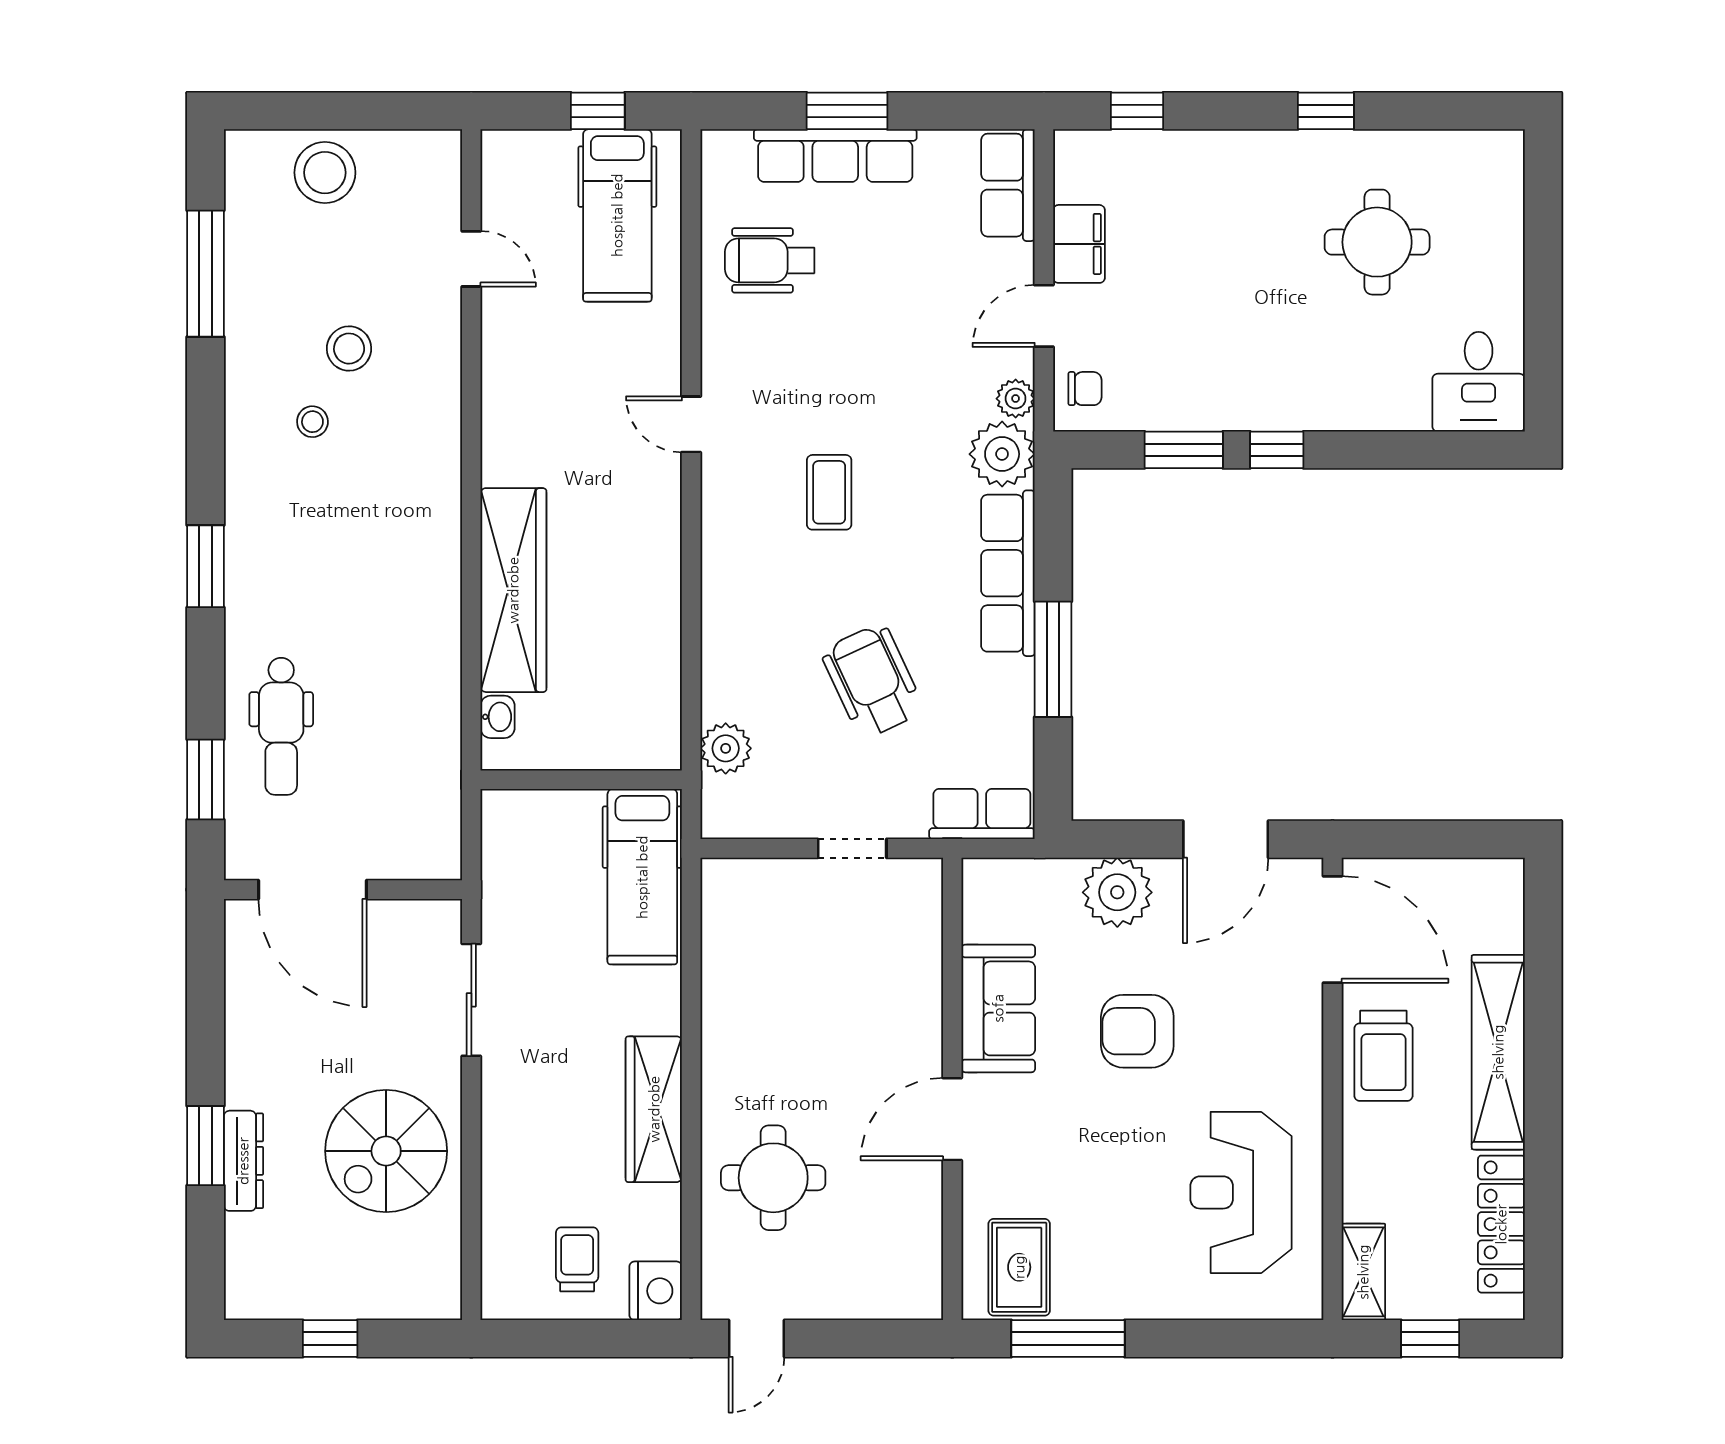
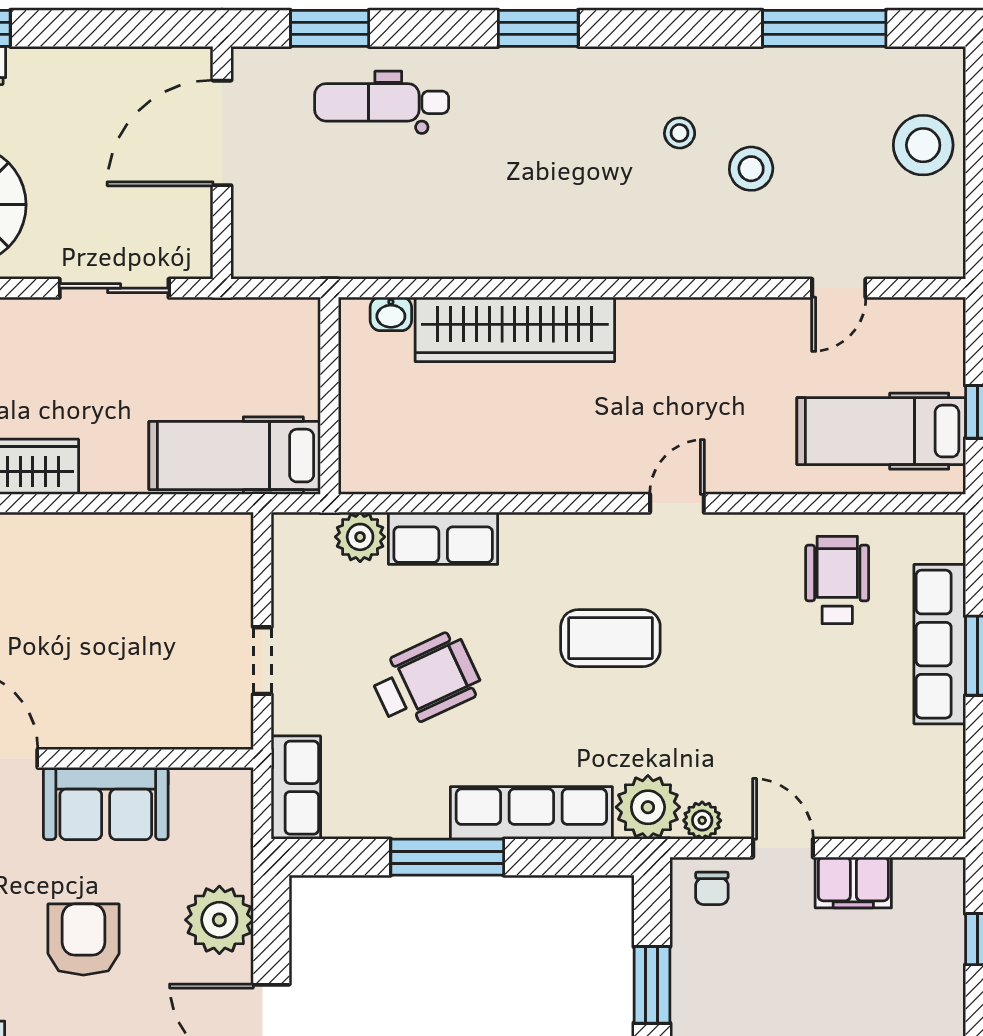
row of seats: (1008, 185) -> (443, 538), moved, turned 180
coffee table: (829, 492) -> (610, 638), width x1.36, depth x1.30

